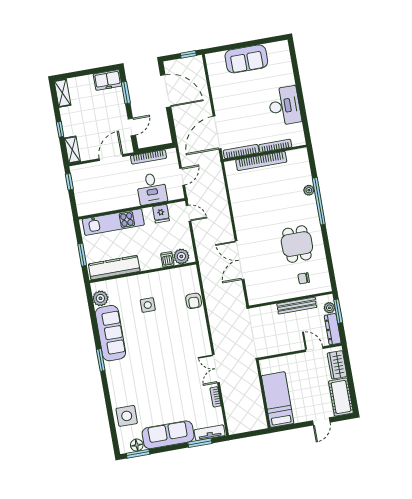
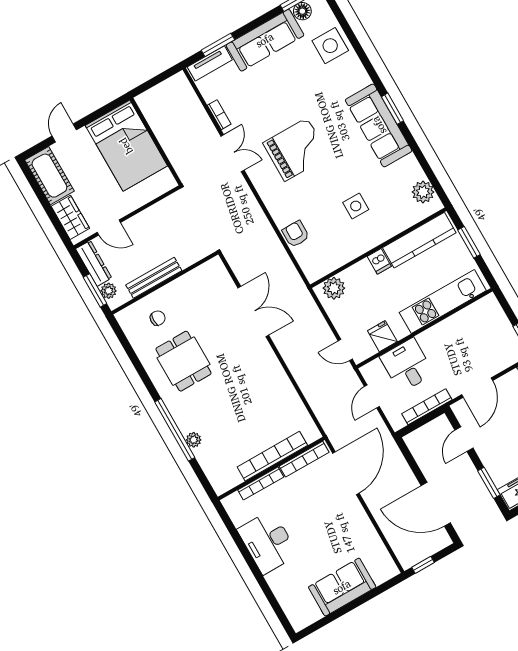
dishwasher: (167, 259) -> (379, 261), moved
sofa: (110, 333) -> (379, 125), moved
grand piano: (174, 356) -> (296, 150), added
bed: (278, 400) -> (126, 146), width x1.50

